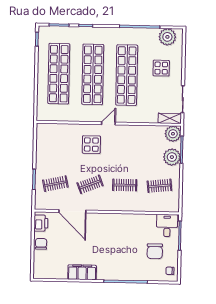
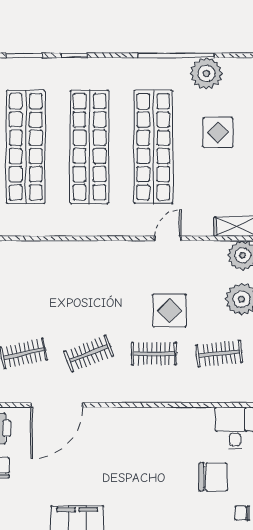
plant: (167, 37) -> (206, 73), moved
door: (108, 123) -> (168, 238), moved
display table: (91, 145) -> (169, 311), moved
door: (72, 211) -> (57, 405), hinge flipped
chair: (155, 251) -> (213, 477), turned -90

